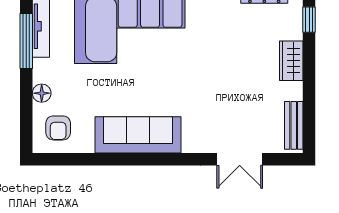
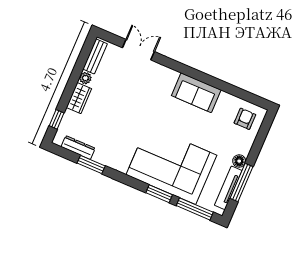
plant: (294, 91) -> (85, 78), added
floor lamp: (42, 93) -> (239, 161), moved
sofa: (138, 135) -> (196, 93), width x0.73

